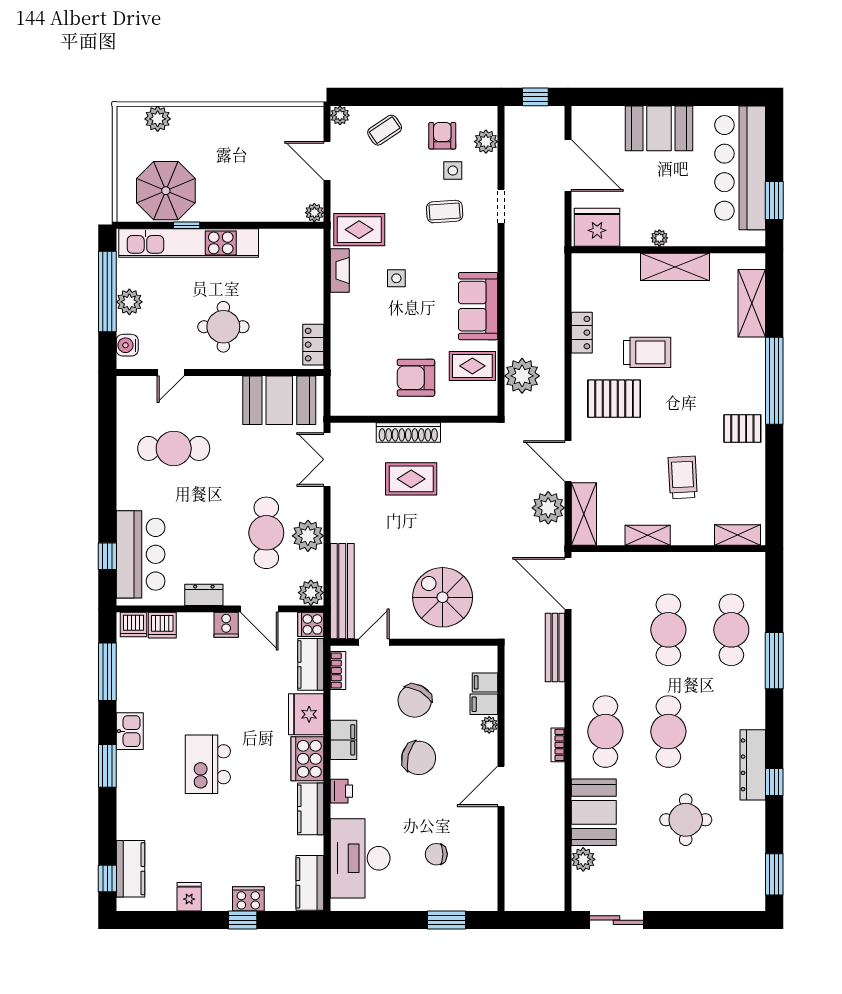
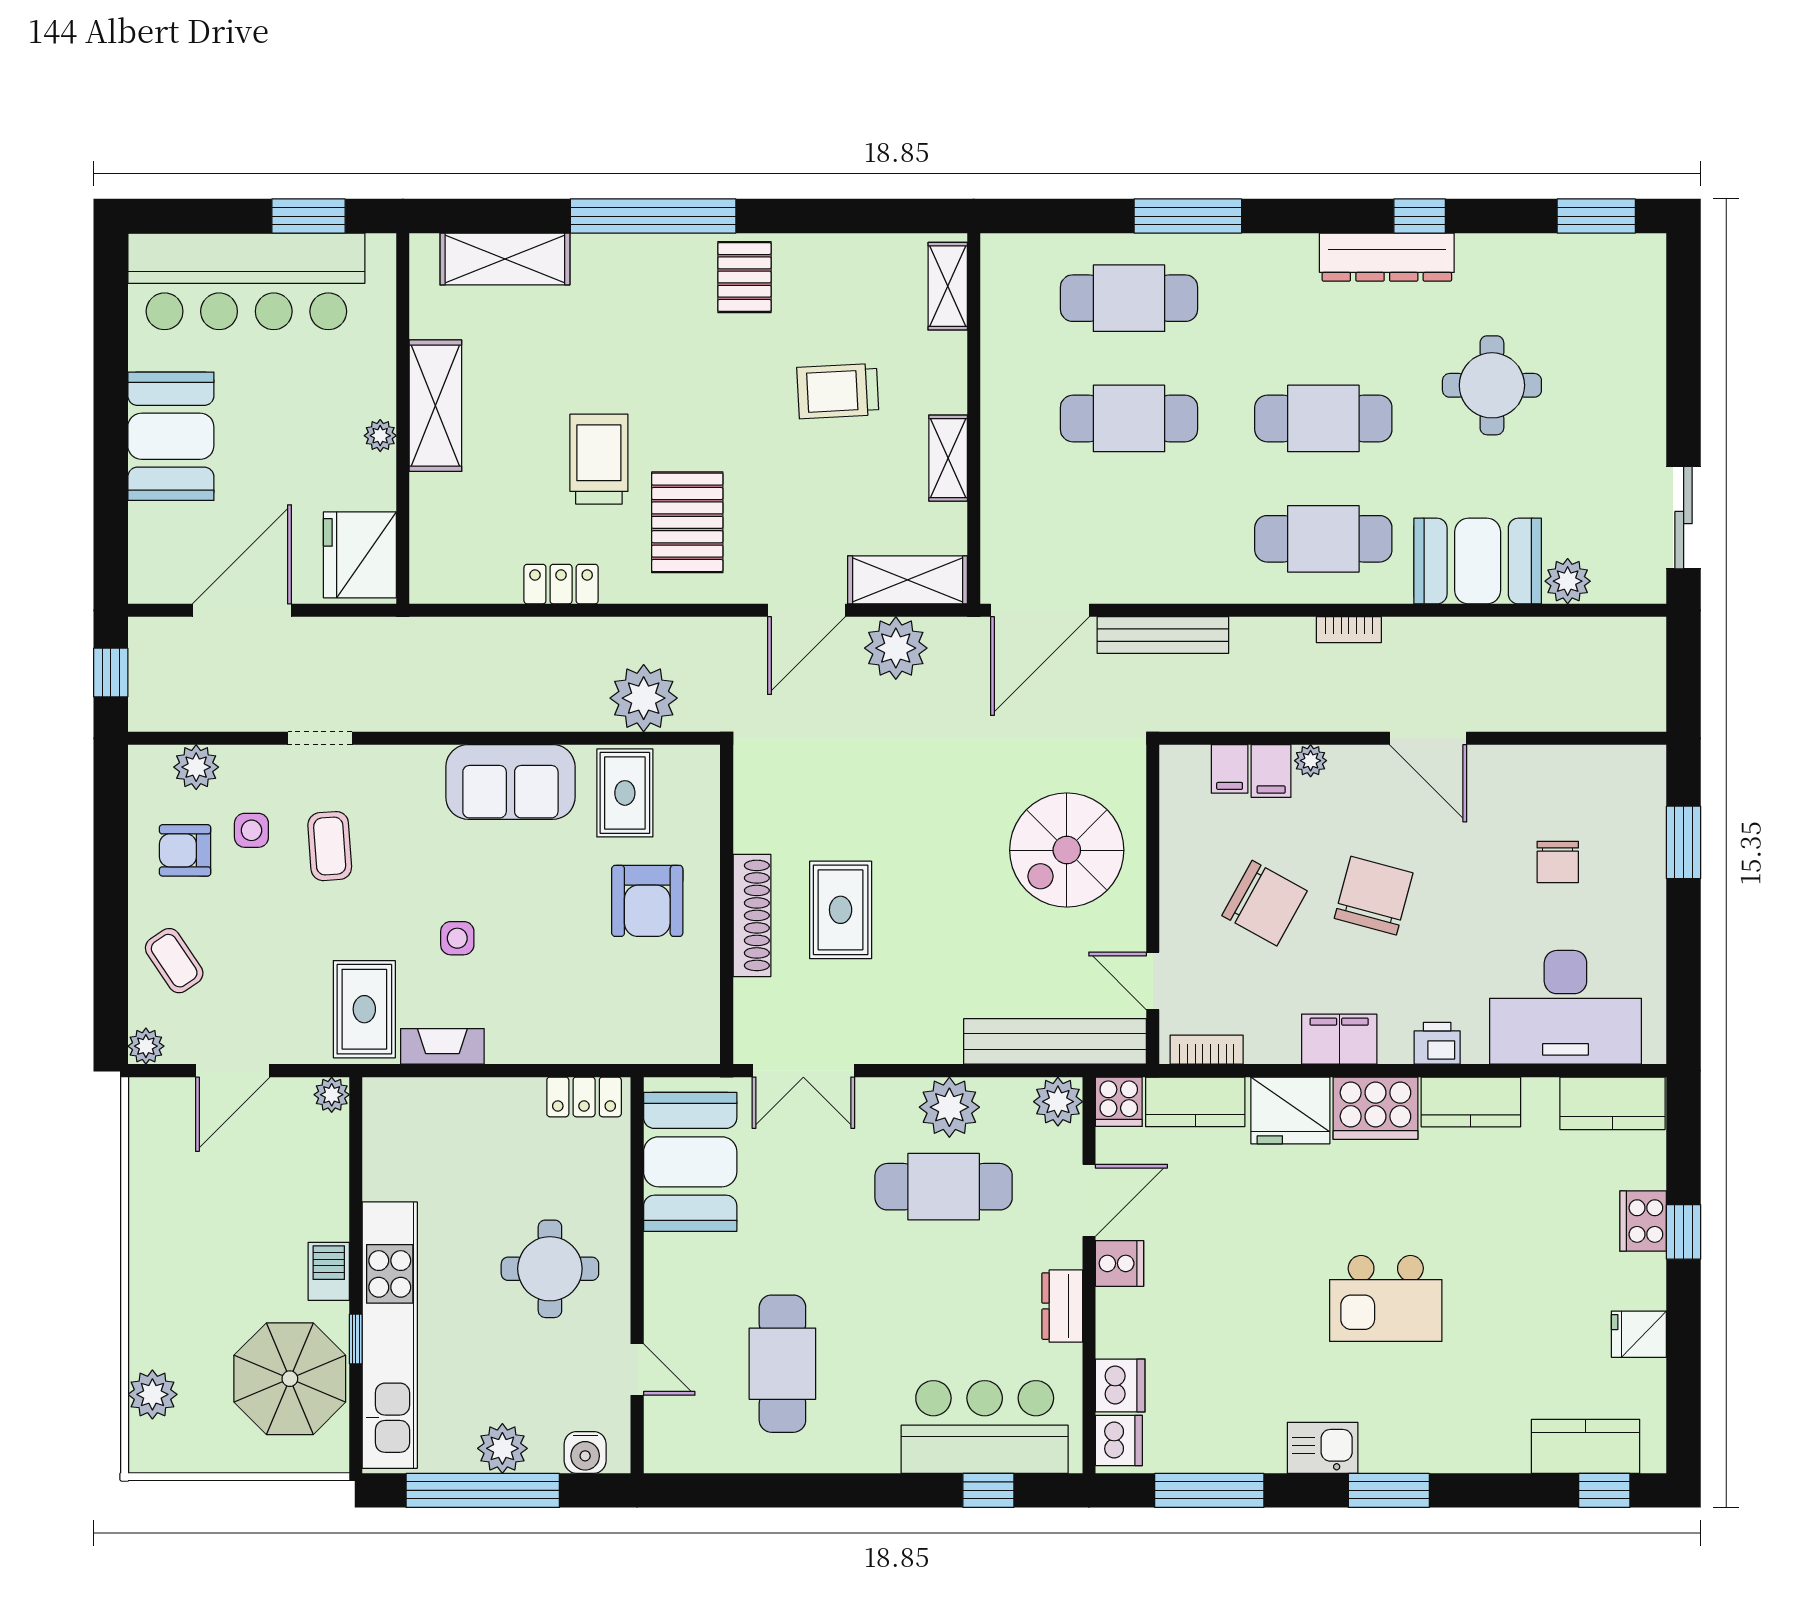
barbecue: (222, 211) -> (329, 1271), added

